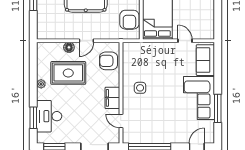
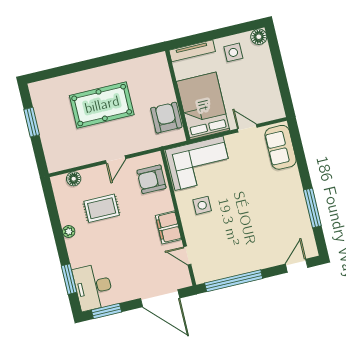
armchair: (129, 20) -> (166, 118), turned 180
floor lamp: (69, 47) -> (74, 179), moved
rug: (68, 73) -> (102, 208), width x0.73, depth x0.70
corner sofa: (199, 98) -> (199, 163), moved, turned -90
desk: (49, 116) -> (93, 287), moved

